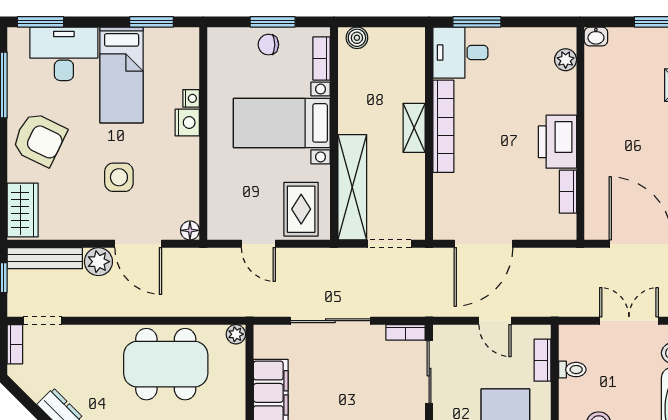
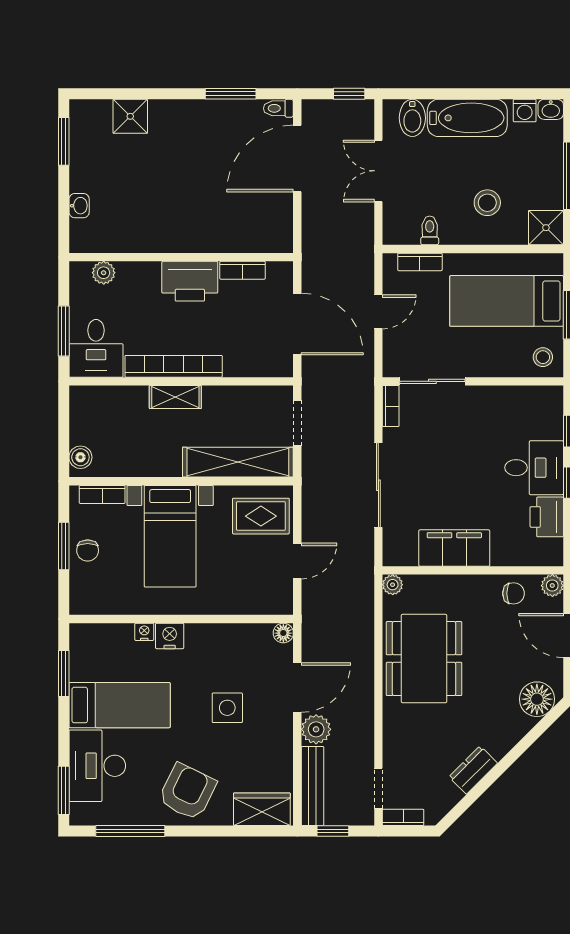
plant: (566, 60) -> (104, 273), moved
wall: (580, 133) -> (181, 257), moved
printer: (557, 142) -> (190, 281), moved
bookcase: (568, 192) -> (242, 270), moved

